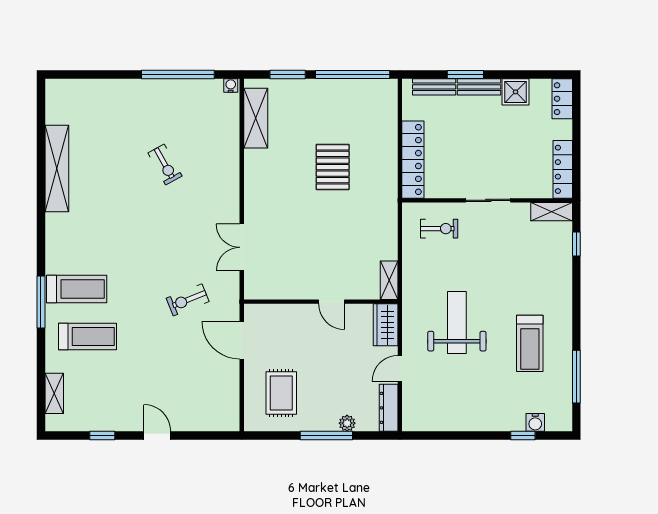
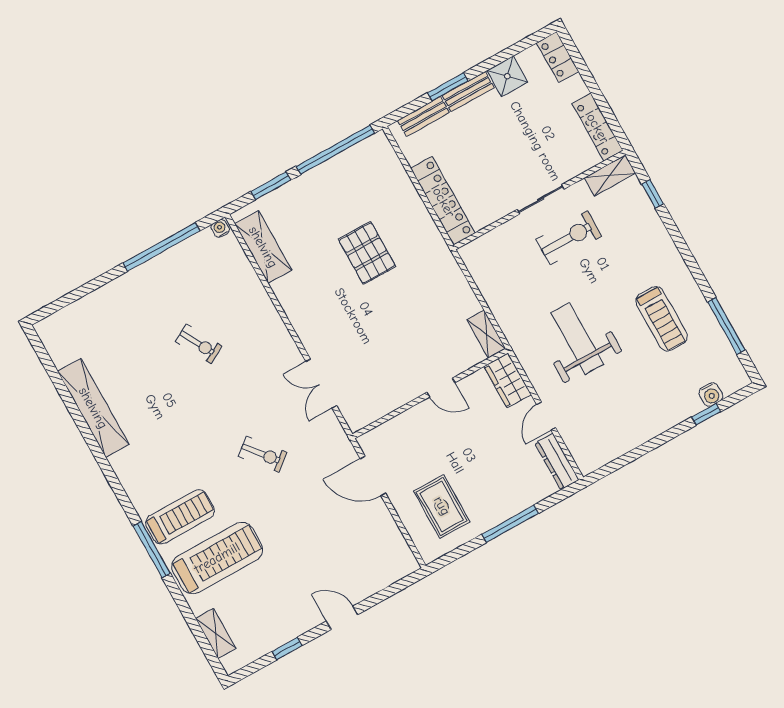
exercise bike: (439, 229) -> (569, 238), moved, width x1.38, depth x1.39
exercise bike: (188, 300) -> (263, 454), moved, turned -107
treadmill: (87, 336) -> (217, 558), width x1.37, depth x1.38
plant: (347, 423) -> (524, 500), removed

